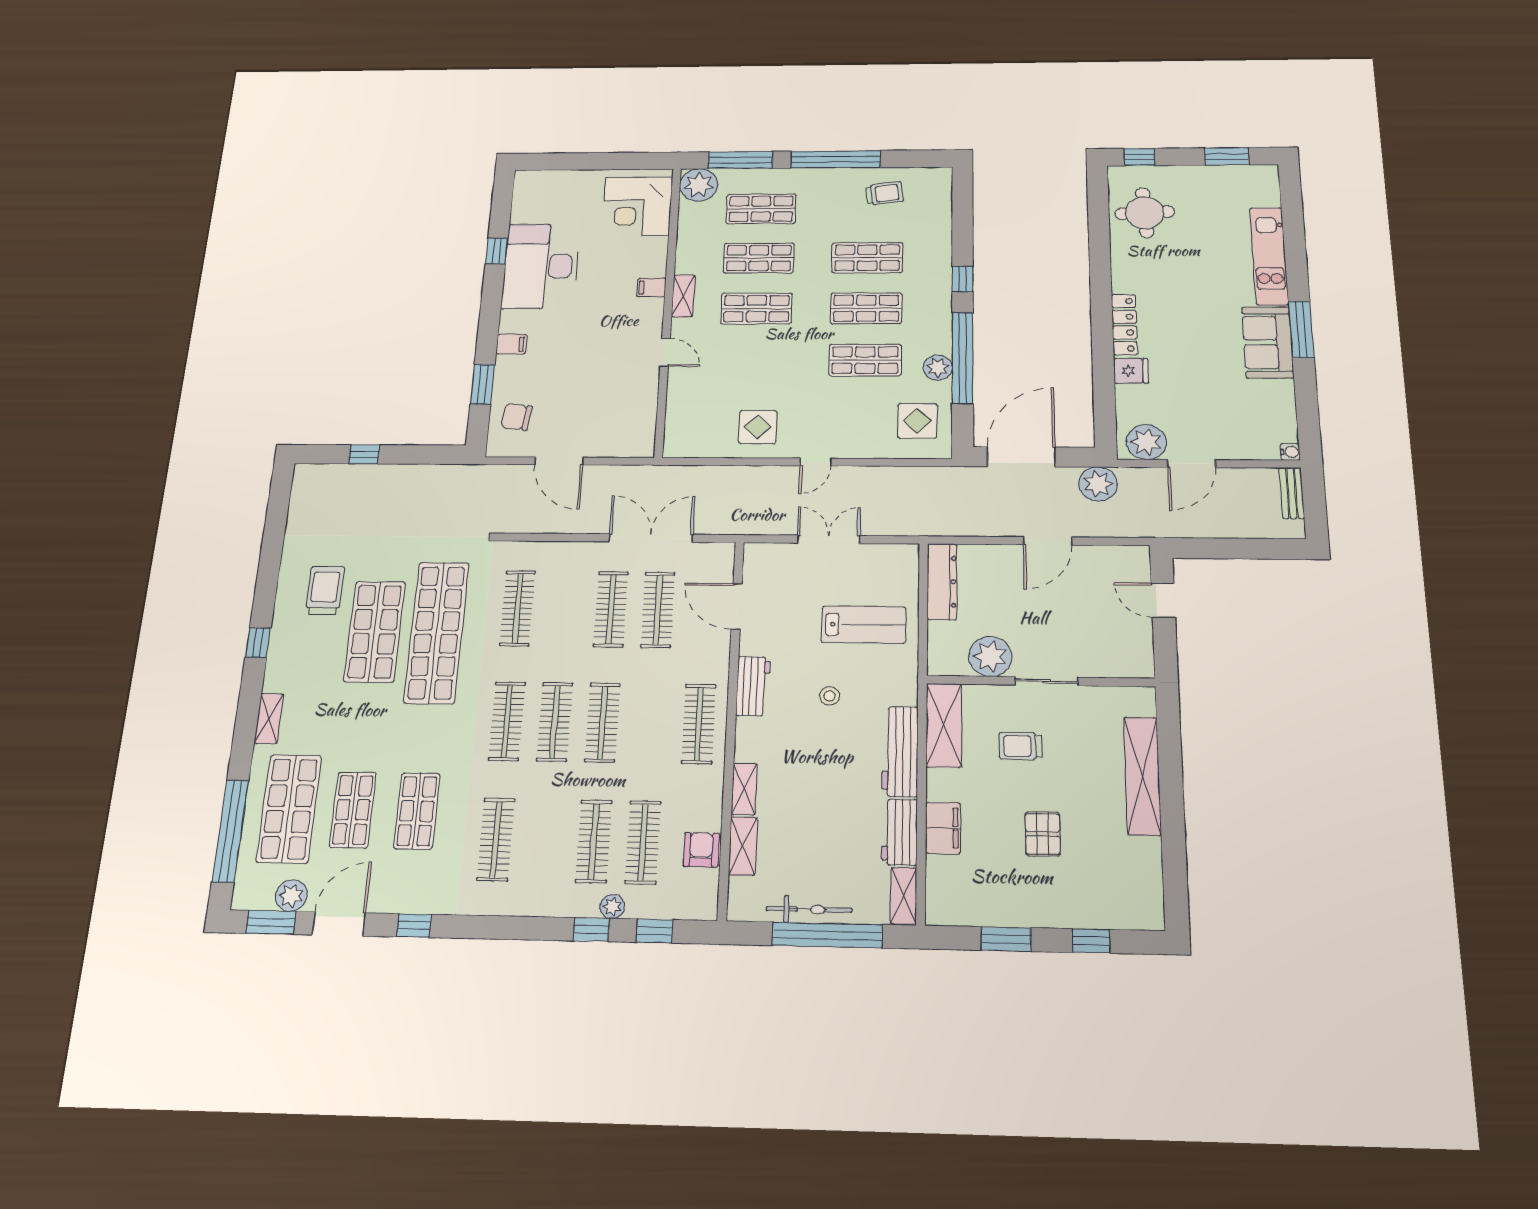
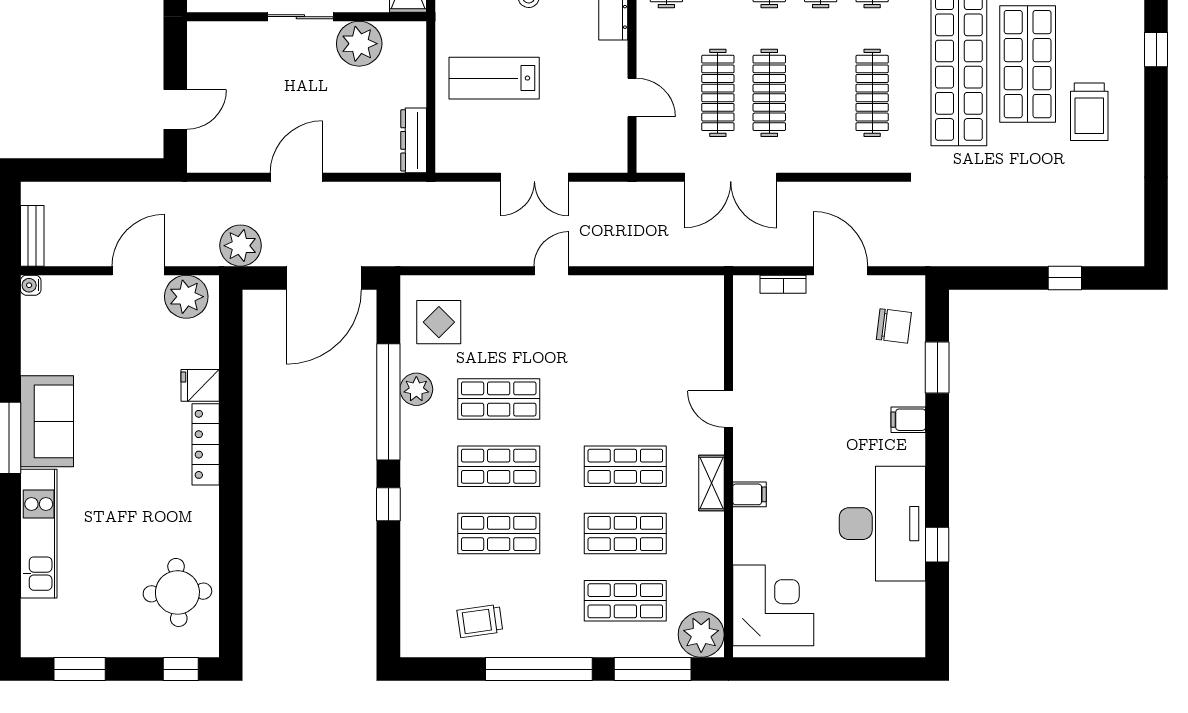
display table: (758, 427) -> (618, 314), removed
bookcase: (610, 450) -> (783, 284), added
dresser: (942, 582) -> (414, 140), width x0.73, depth x0.80
door: (1163, 600) -> (175, 109), hinge flipped
door: (737, 606) -> (632, 98), width x0.73

